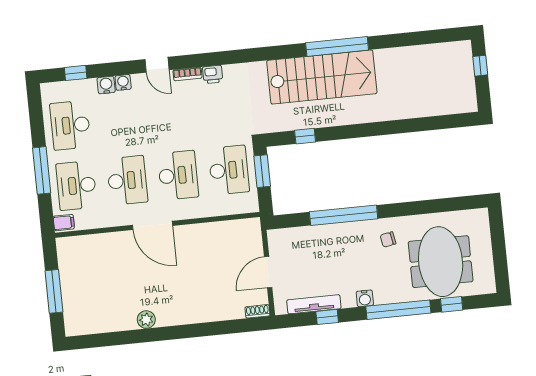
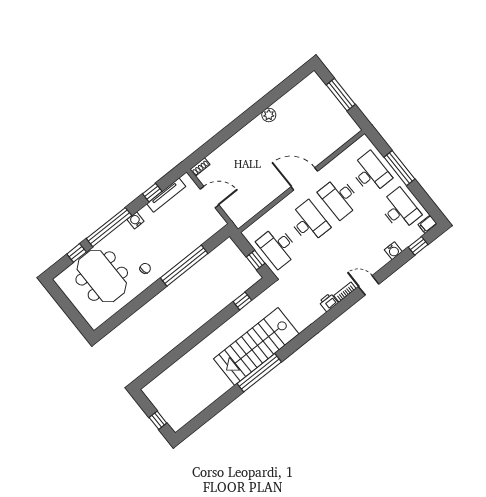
water cooler: (123, 82) -> (383, 260), removed
window: (262, 171) -> (256, 260), width x0.67
desk: (178, 175) -> (309, 222), turned 180
filing cabinet: (64, 223) -> (428, 224), moved
door: (268, 272) -> (209, 197), hinge flipped

